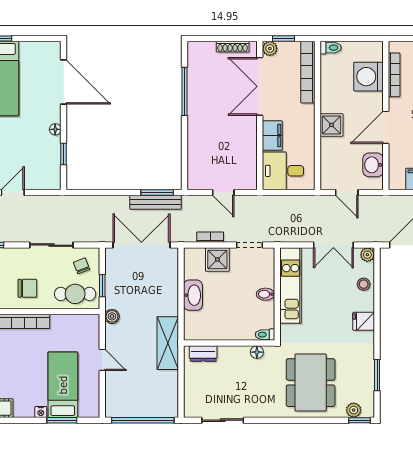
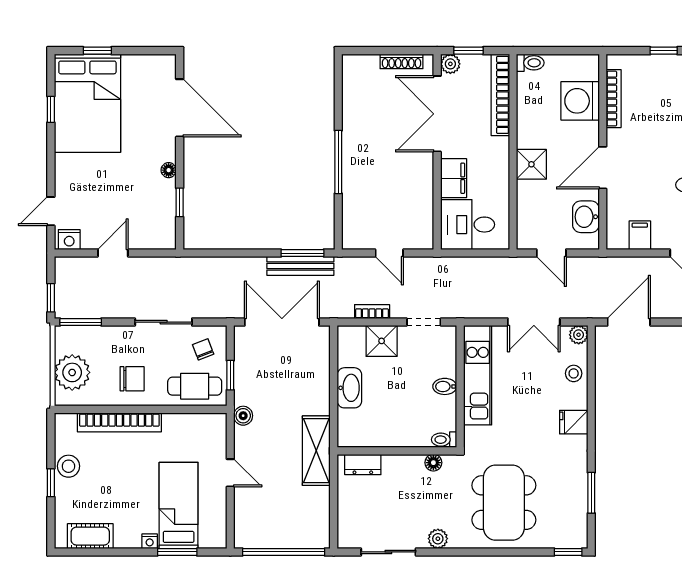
window: (184, 91) -> (338, 162), moved
plant: (354, 410) -> (438, 539), moved

